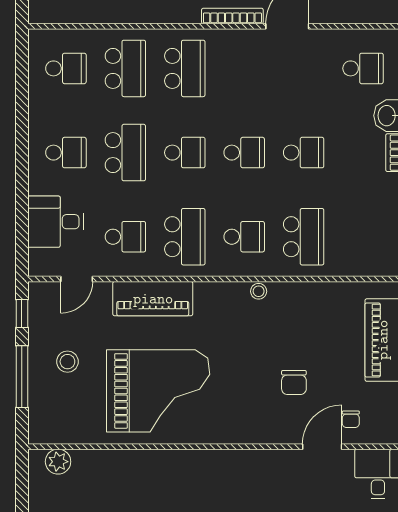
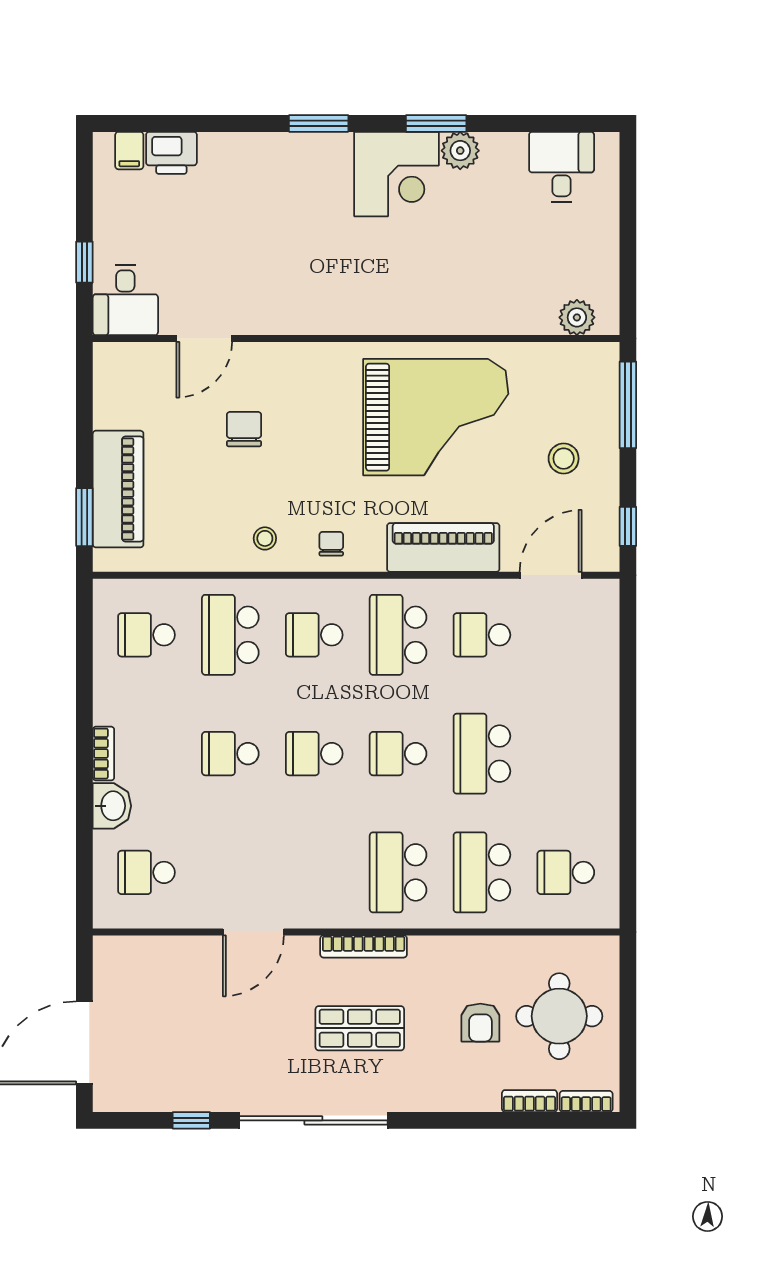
bookcase: (232, 16) -> (364, 946), moved
school desk: (66, 153) -> (146, 635), moved
desk: (56, 222) -> (580, 656), removed
door: (77, 279) -> (551, 575), width x1.38
stool: (259, 291) -> (265, 538), moved
window: (22, 377) -> (628, 405), moved
grand piano: (158, 391) -> (436, 417), turned 180
chair: (351, 419) -> (331, 544), moved

